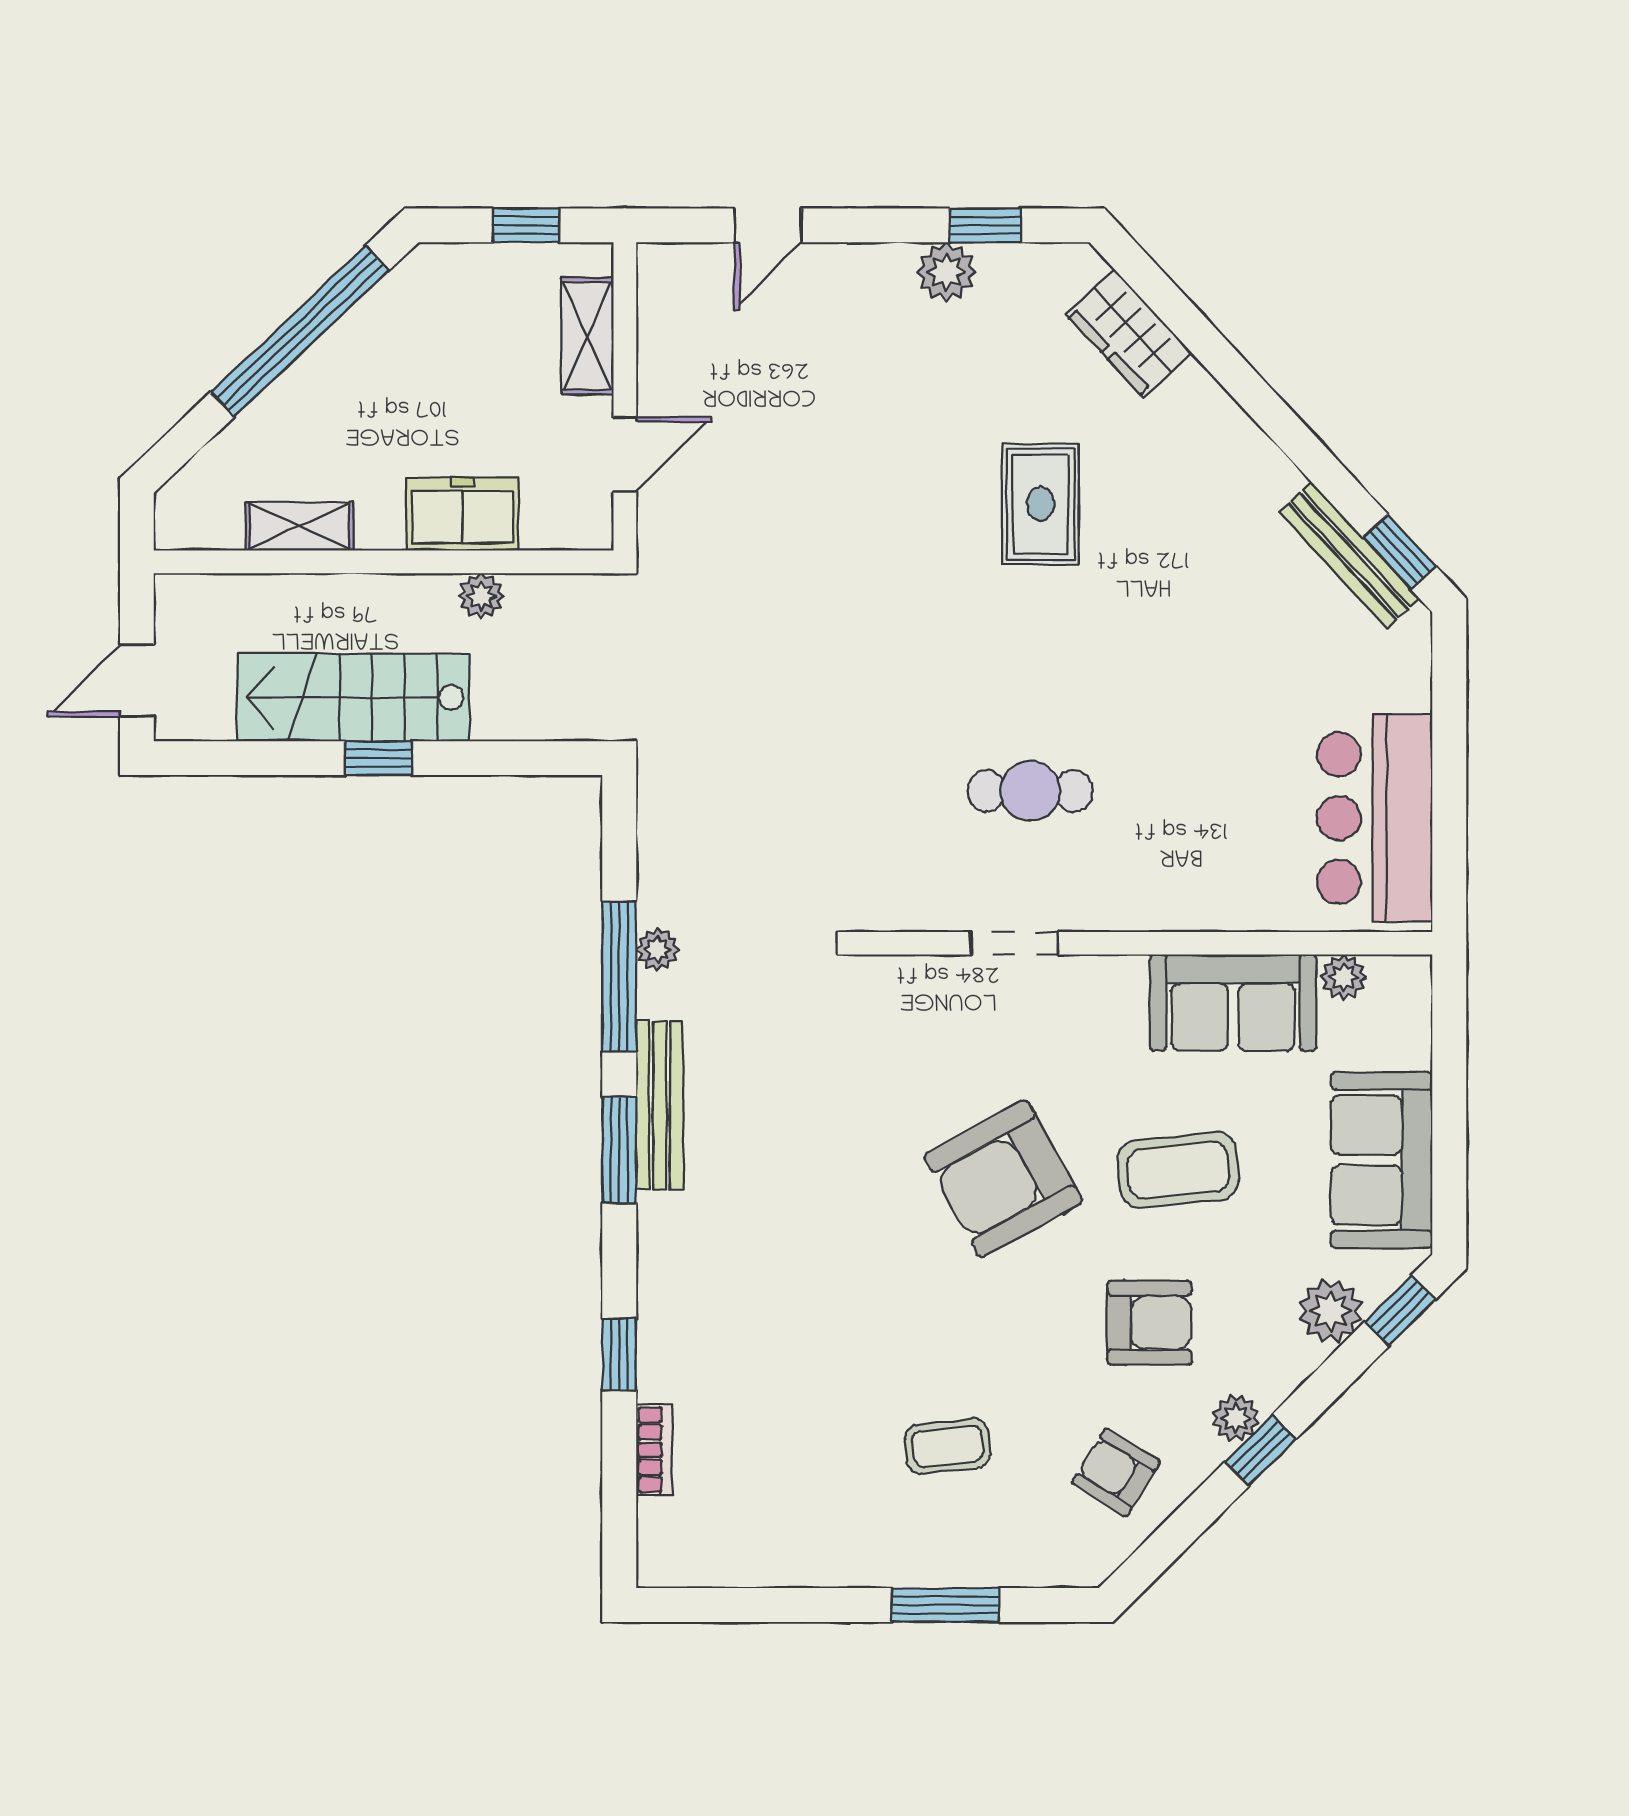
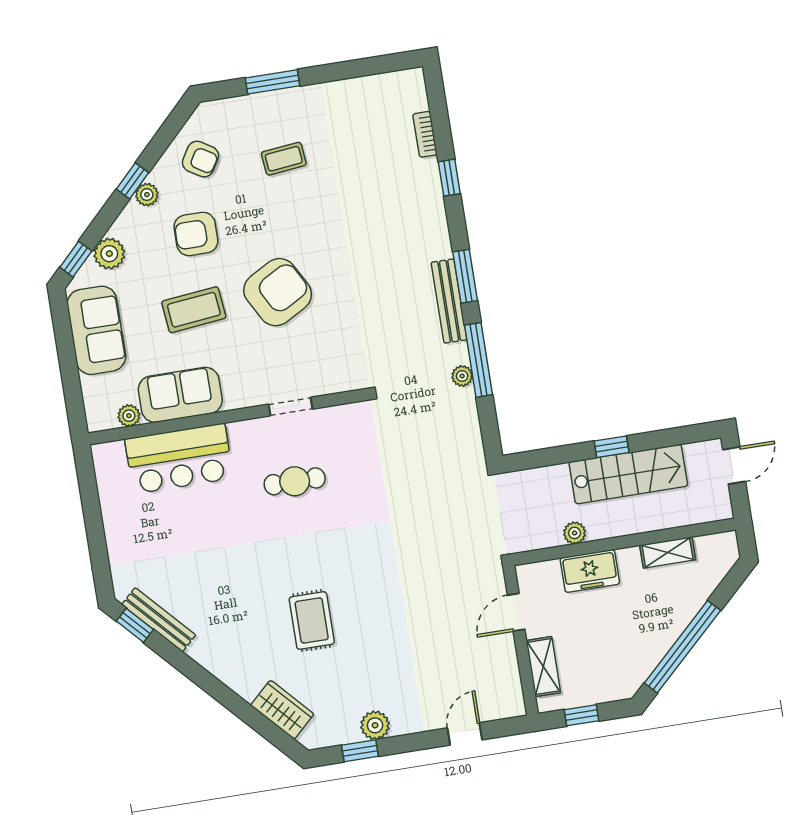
bar counter: (1375, 818) -> (179, 459), moved, turned 90

